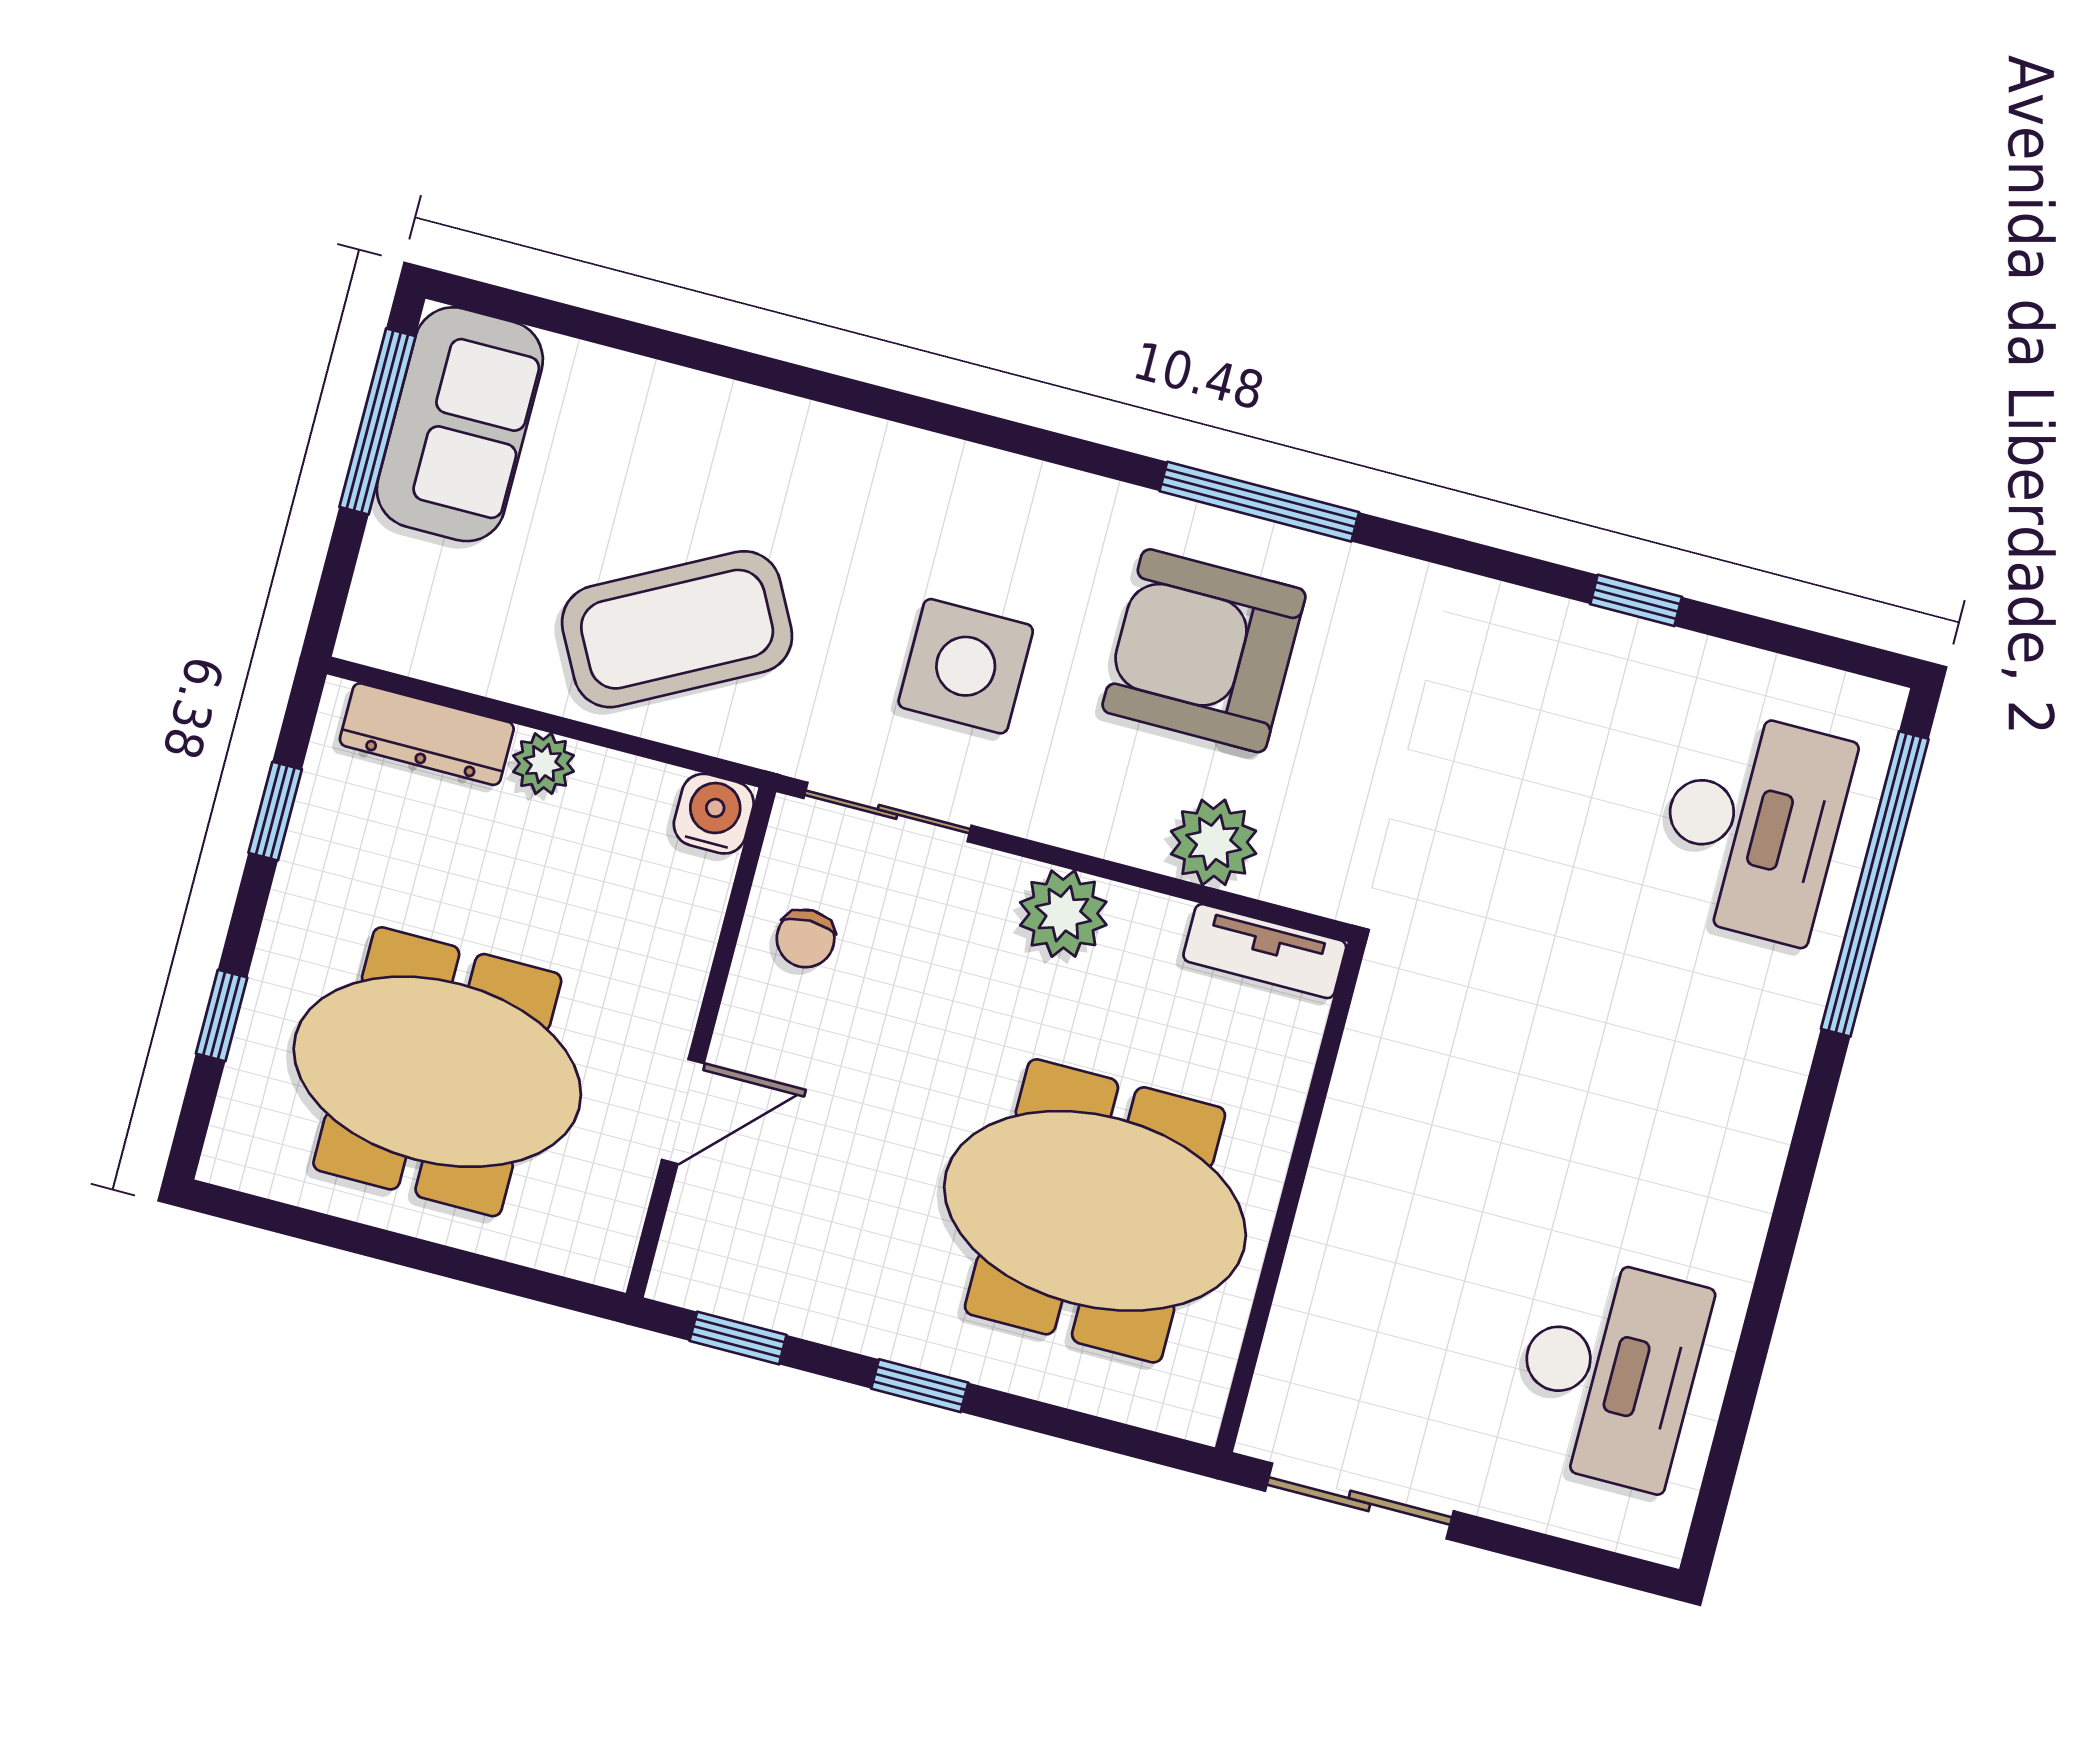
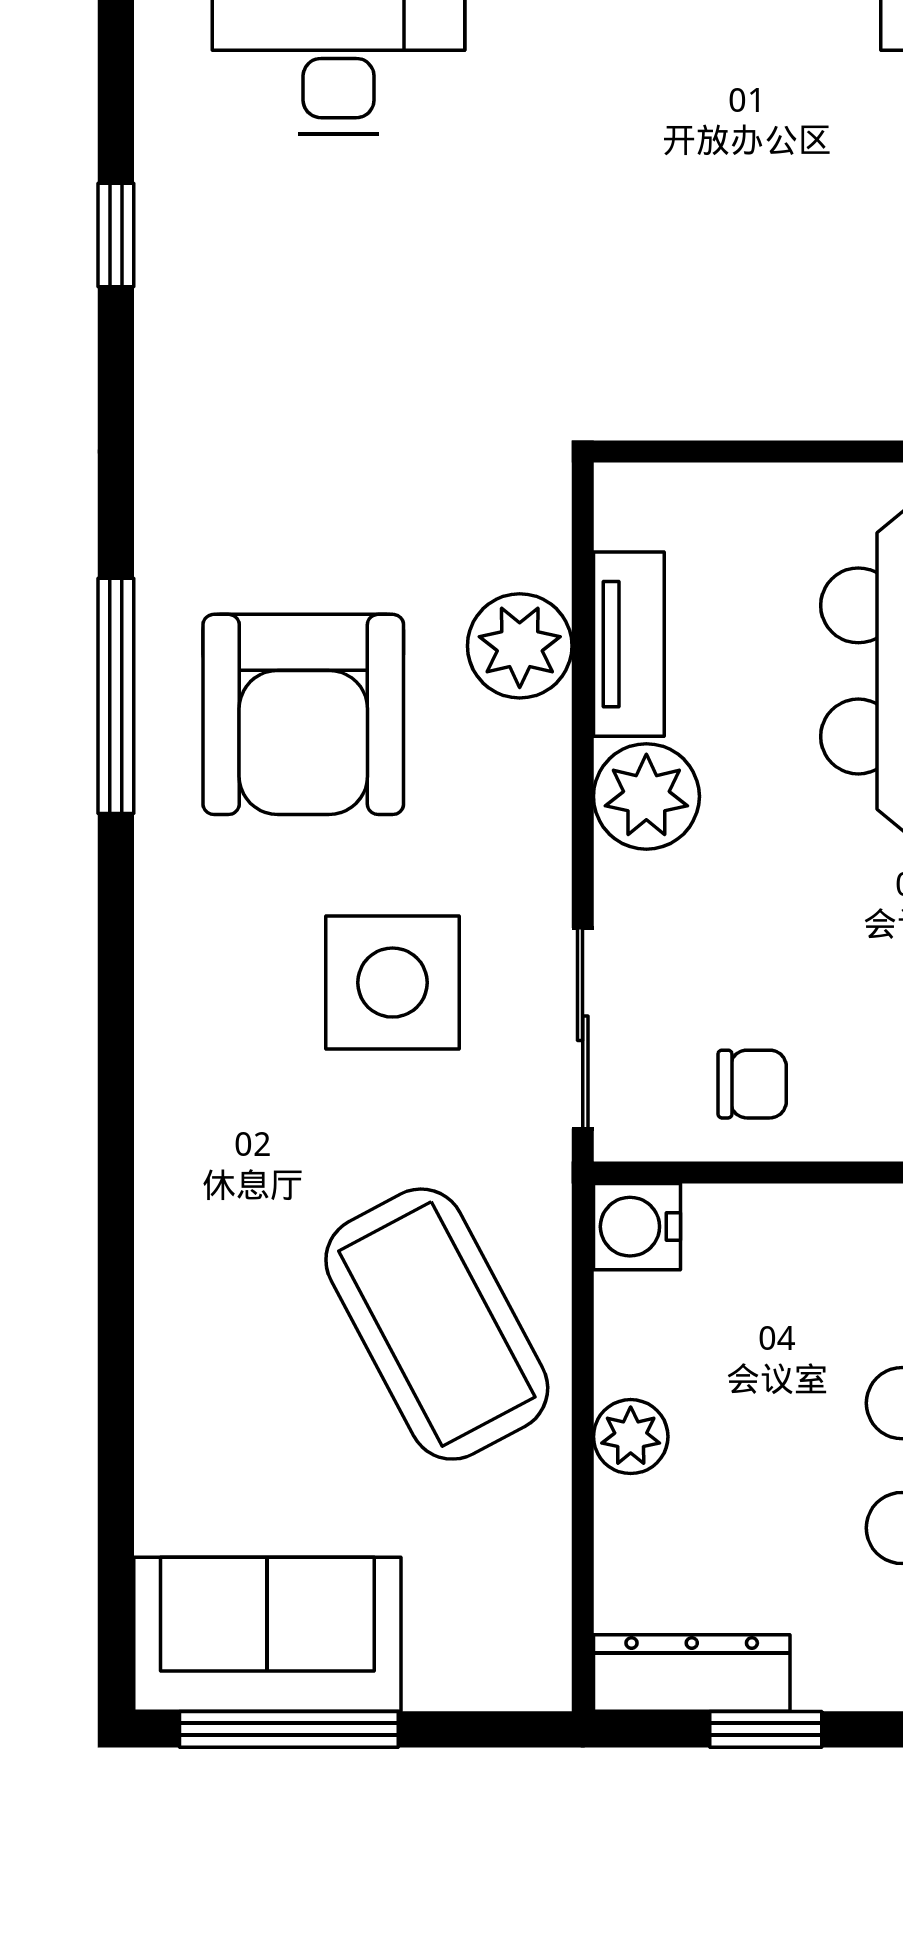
dresser: (427, 734) -> (692, 1673), moved, turned -90
tv unit: (1265, 951) -> (629, 644), moved

